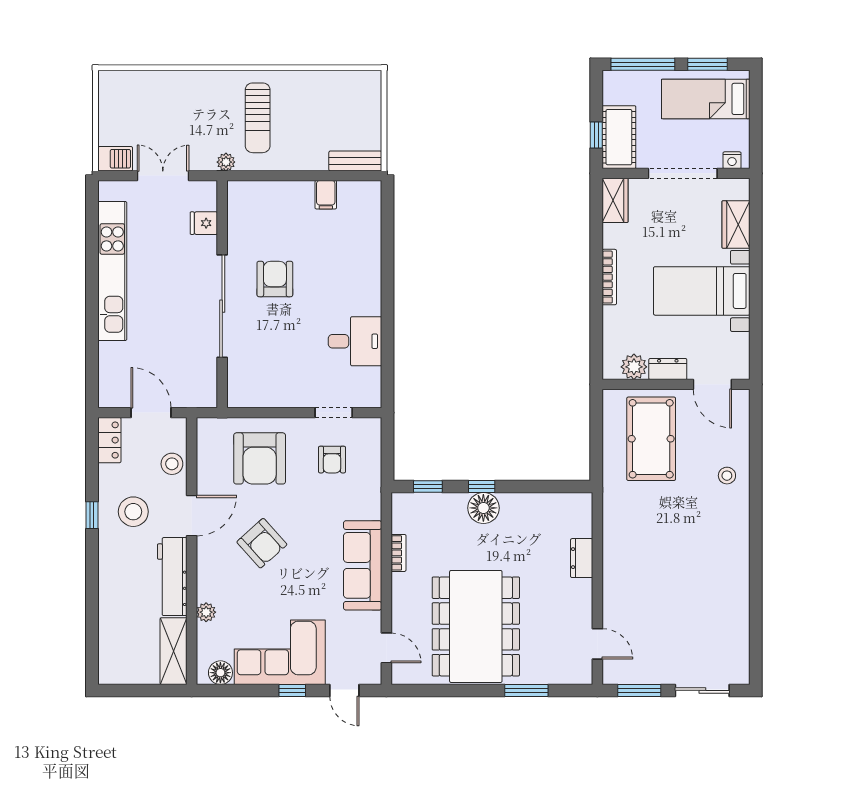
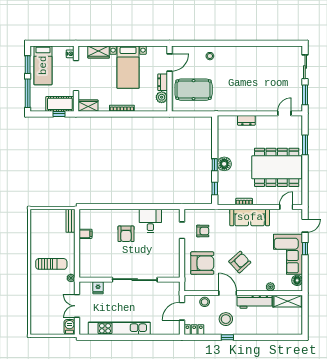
armchair: (275, 279) -> (126, 234), moved, turned -90

